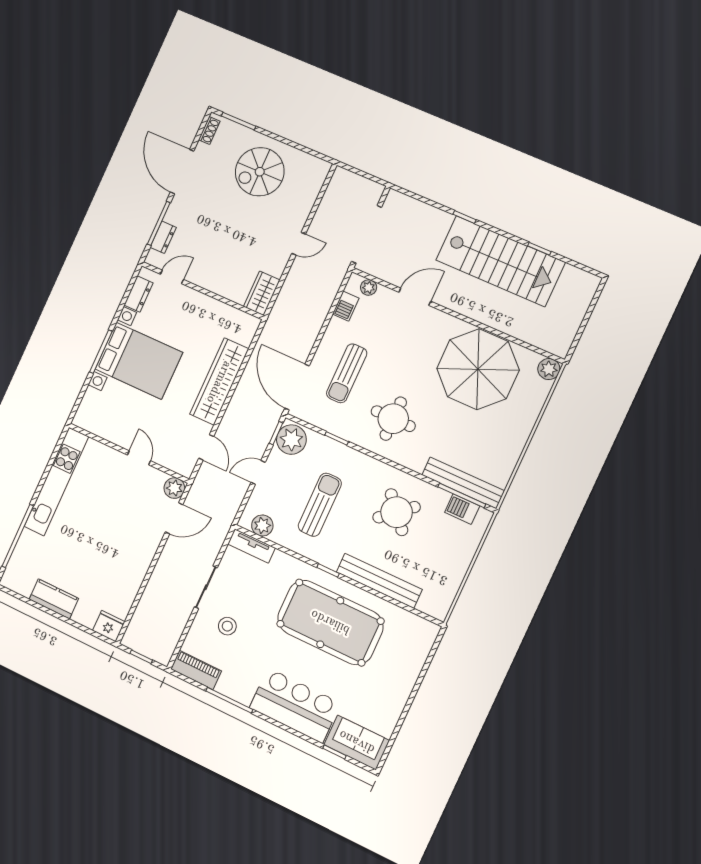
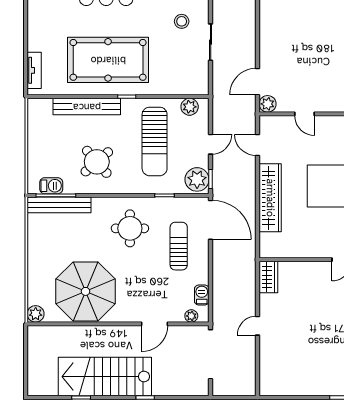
spiral stairs: (260, 172) -> (311, 367), removed
sun lounger: (320, 505) -> (155, 141), width x1.36, depth x1.34
tv unit: (251, 546) -> (34, 70), moved, turned 90

